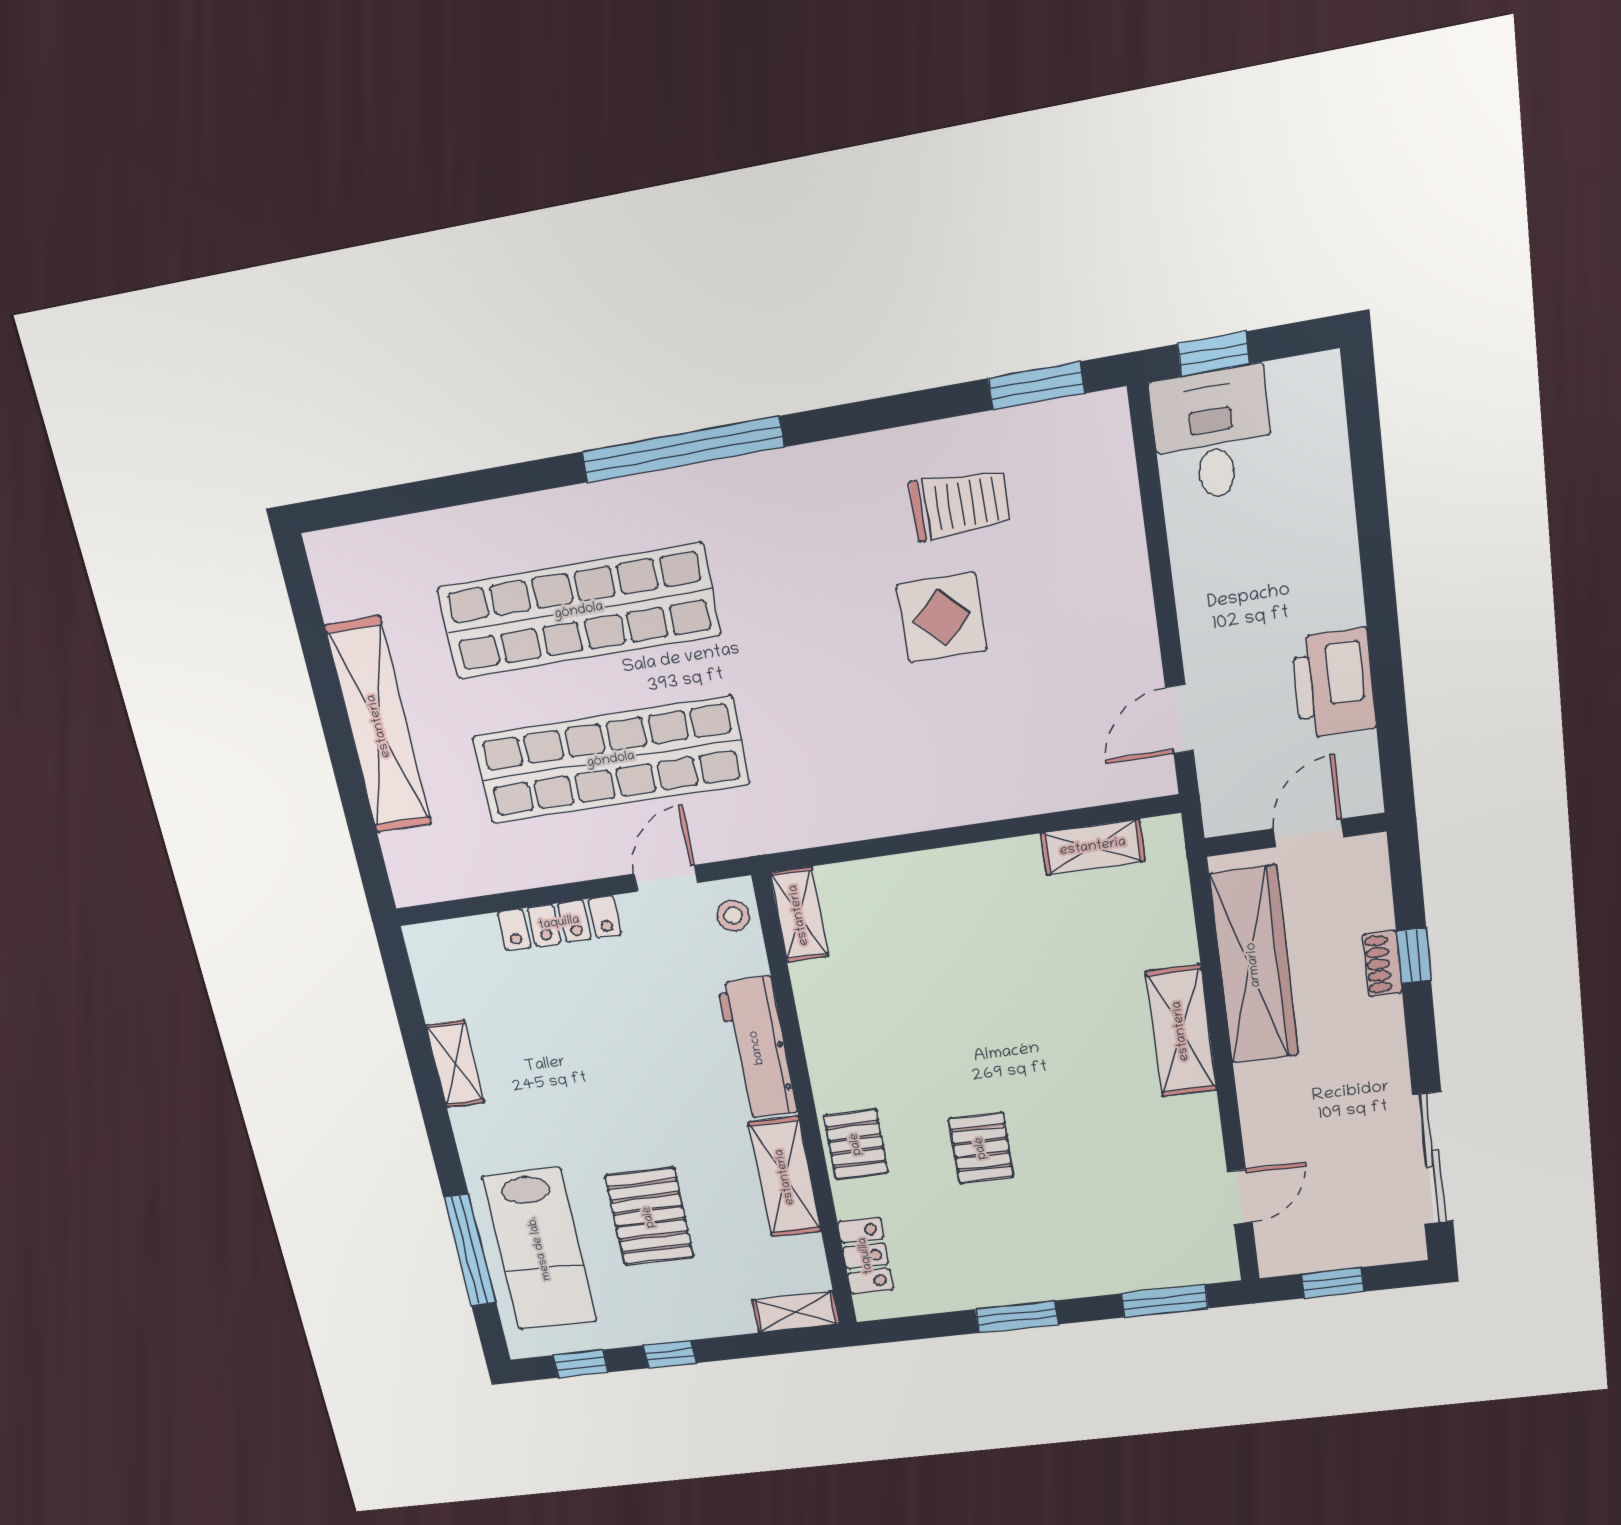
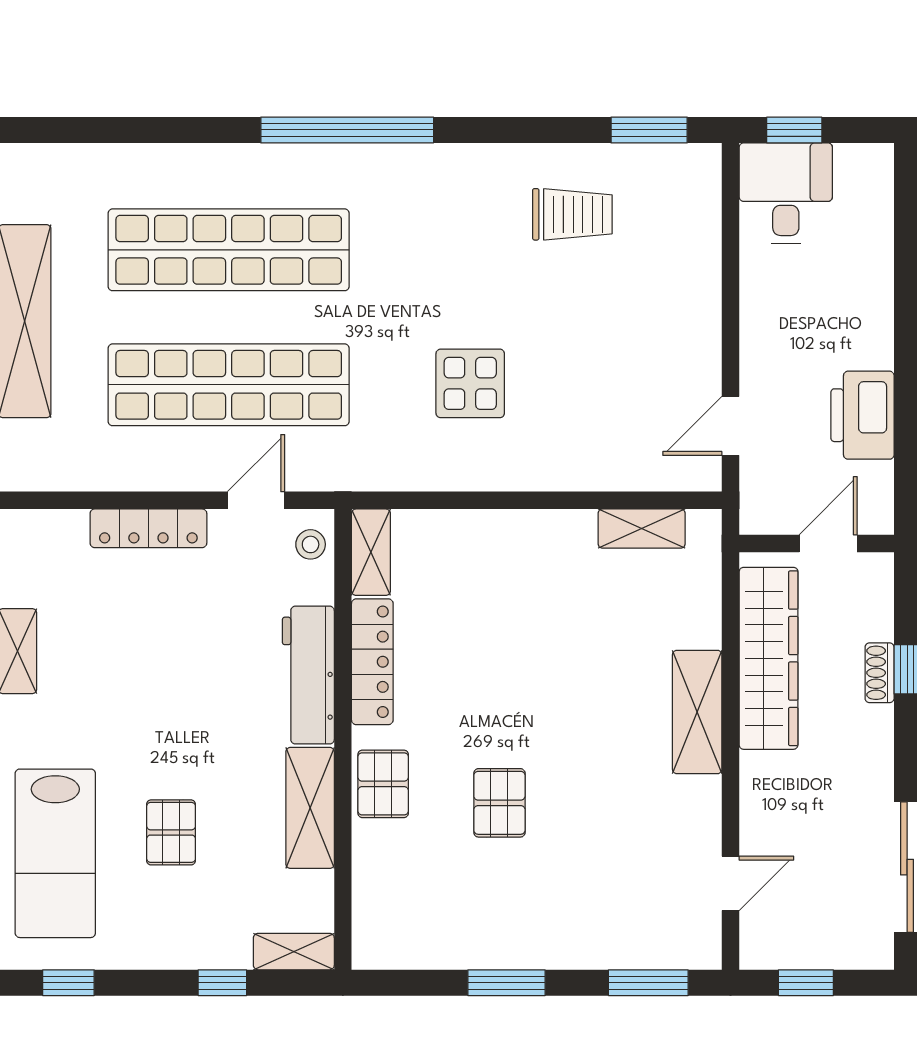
display table: (942, 617) -> (470, 383), moved
pallet: (649, 1217) -> (171, 832), width x0.67, depth x0.71
locker: (866, 1256) -> (372, 662), moved, width x1.53
window: (670, 1354) -> (222, 983), moved

